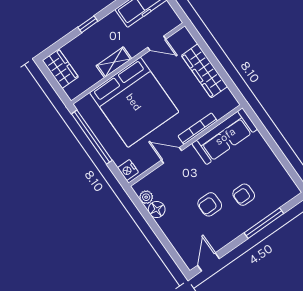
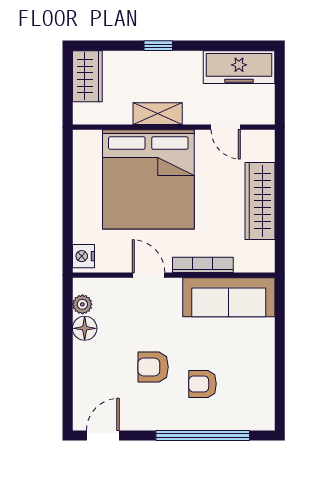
window: (92, 137) -> (68, 186), removed
window: (264, 223) -> (203, 436), width x1.46

